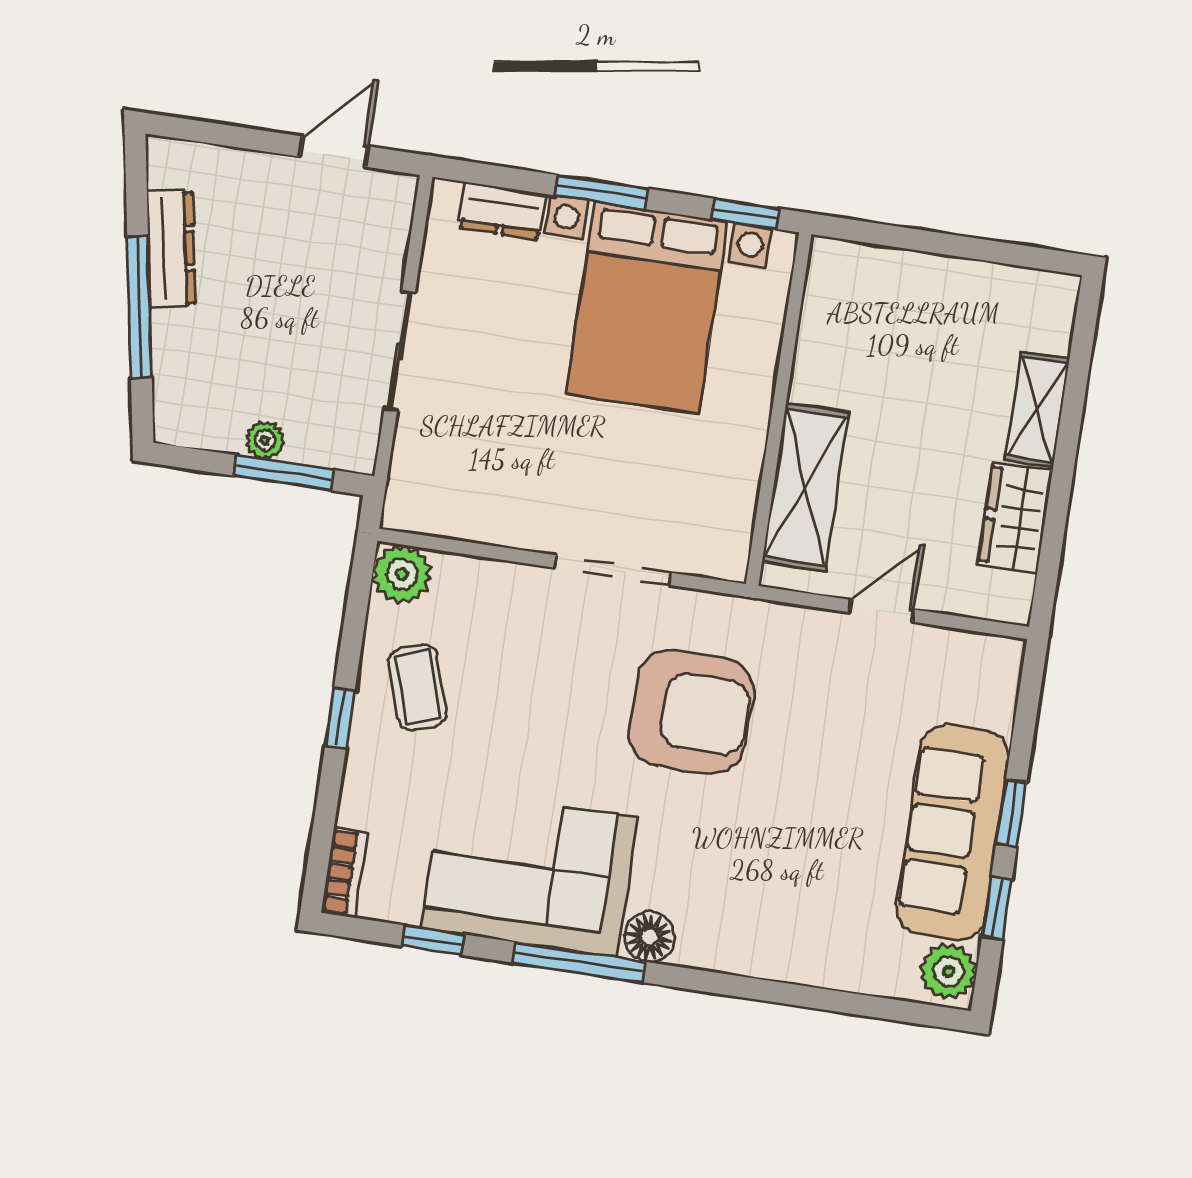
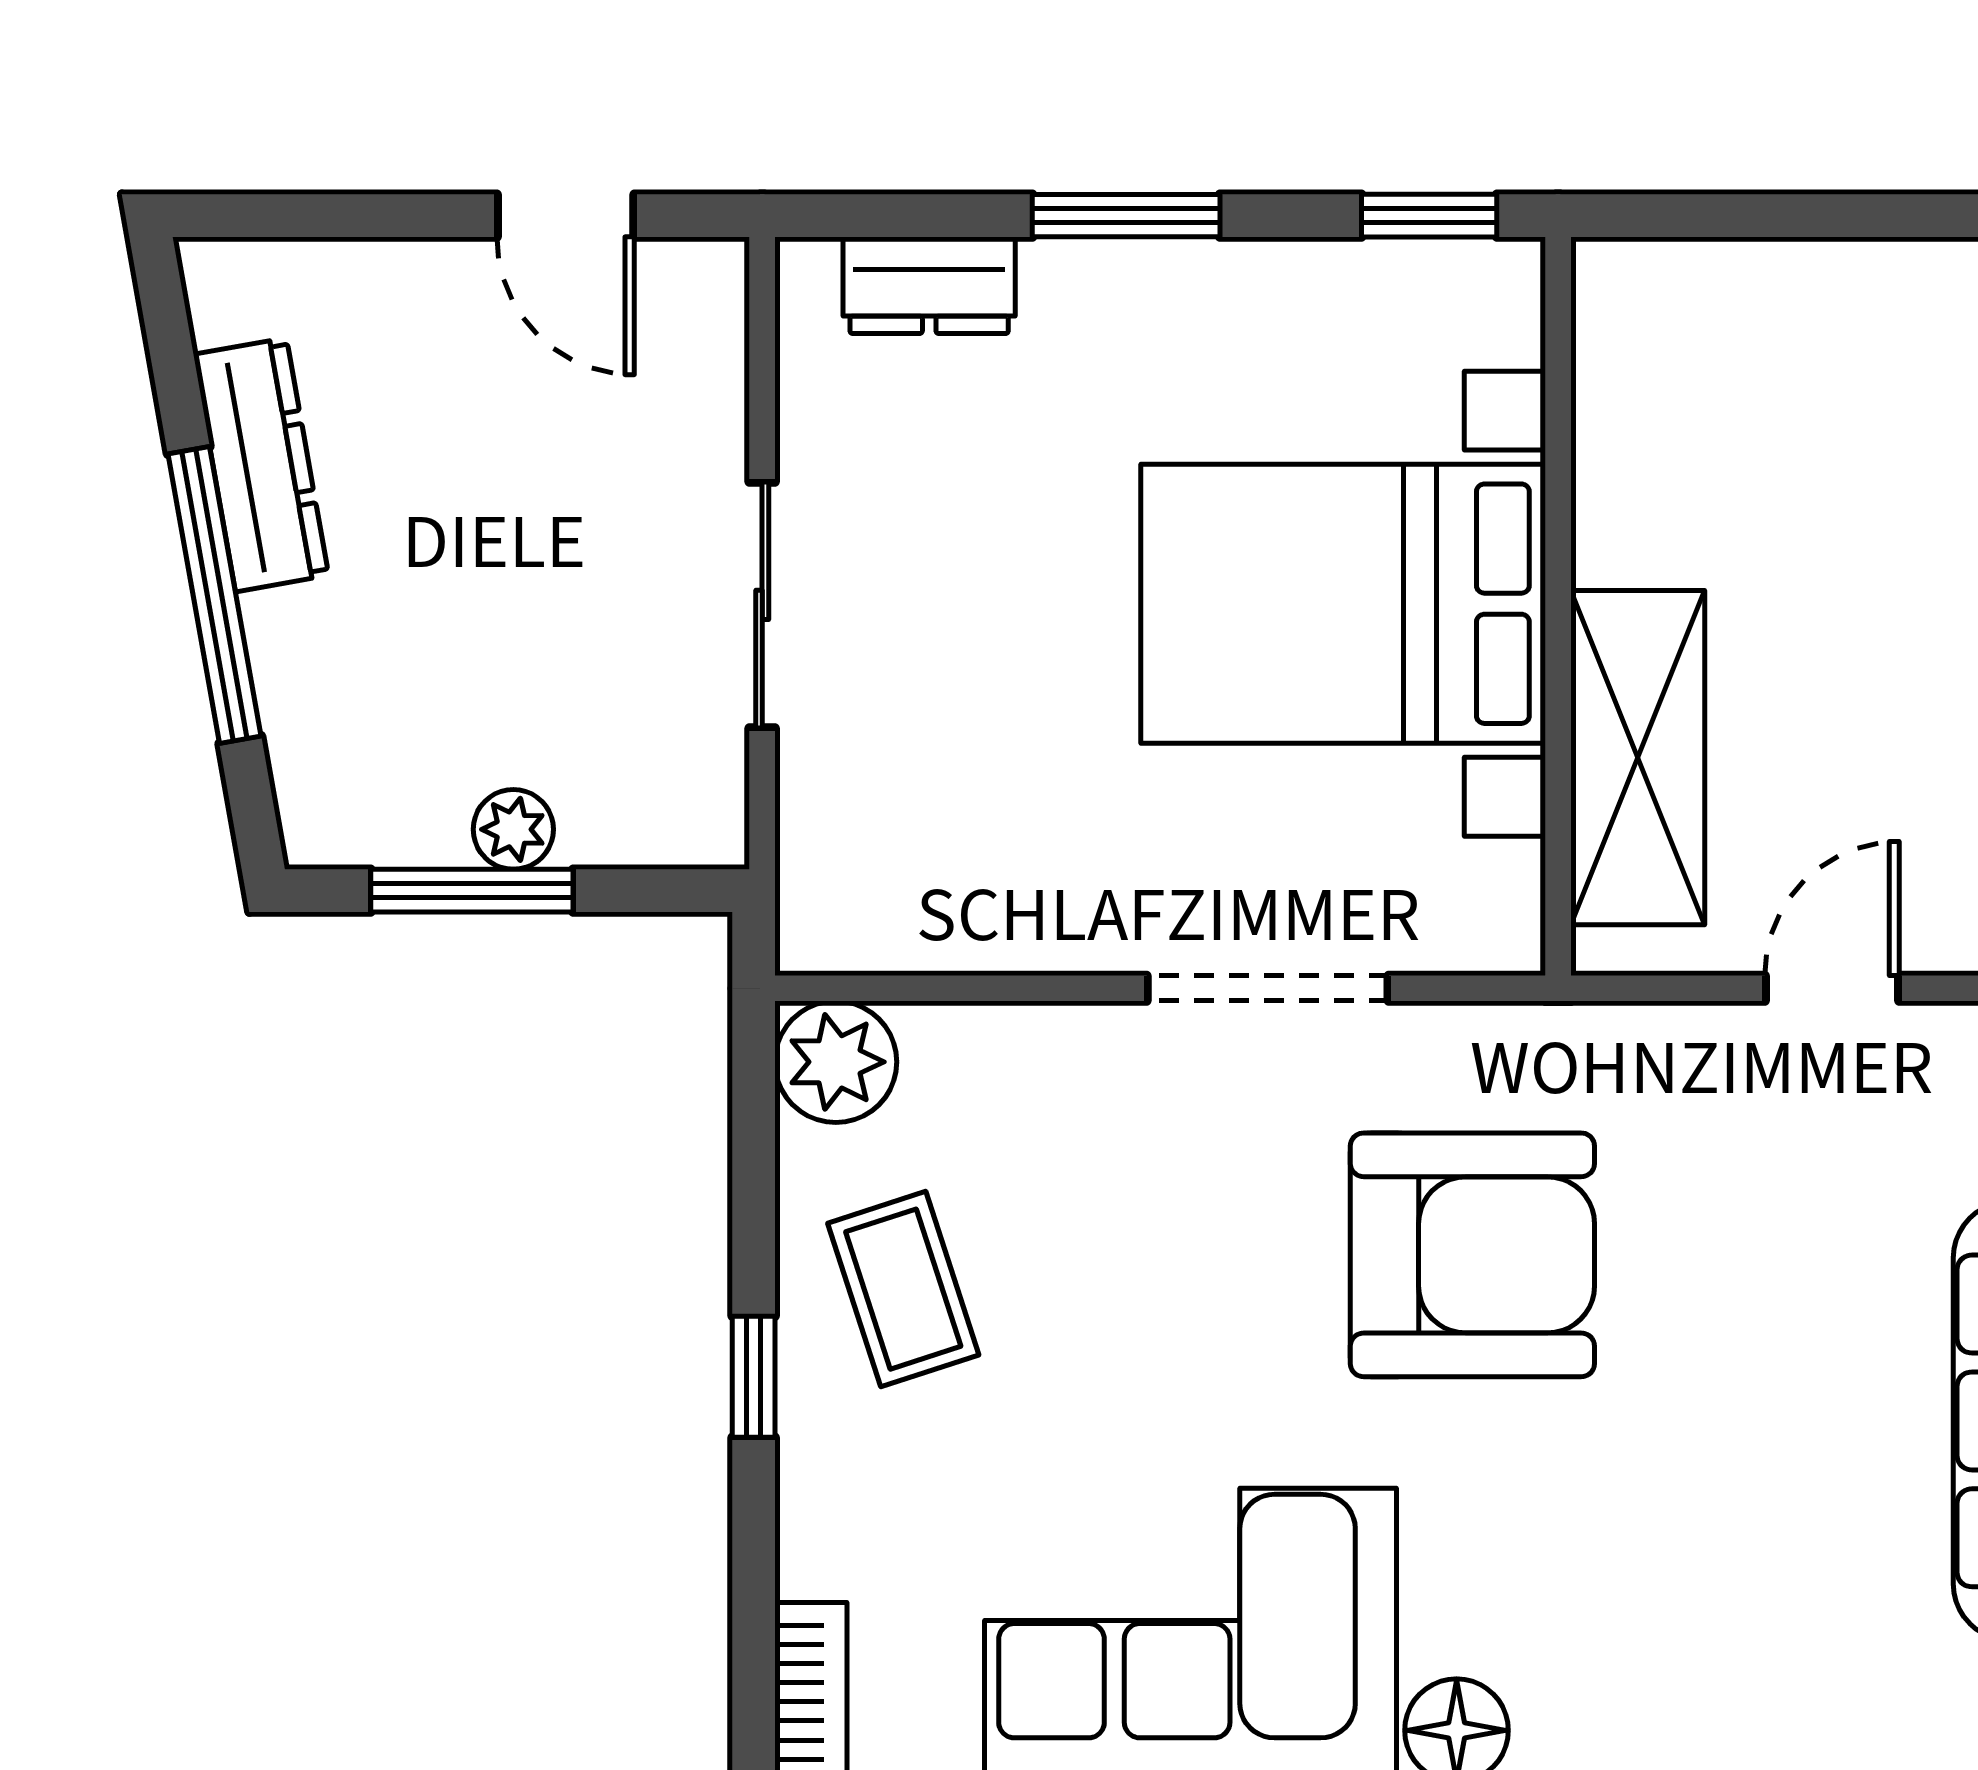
door: (334, 152) -> (566, 216), swing flipped
bed with nightstands: (647, 308) -> (1343, 604), moved, turned 90
window: (284, 473) -> (472, 891), moved

